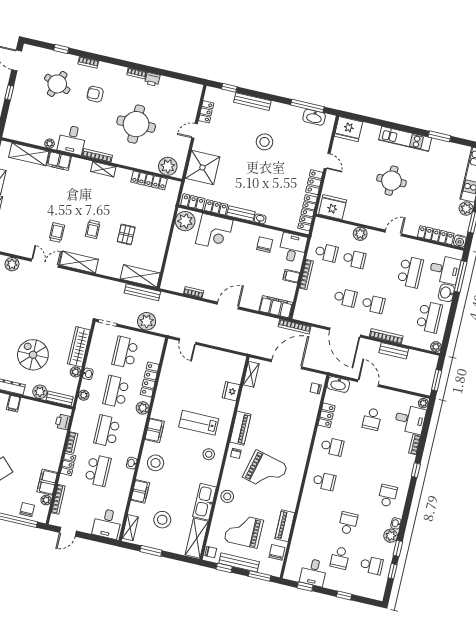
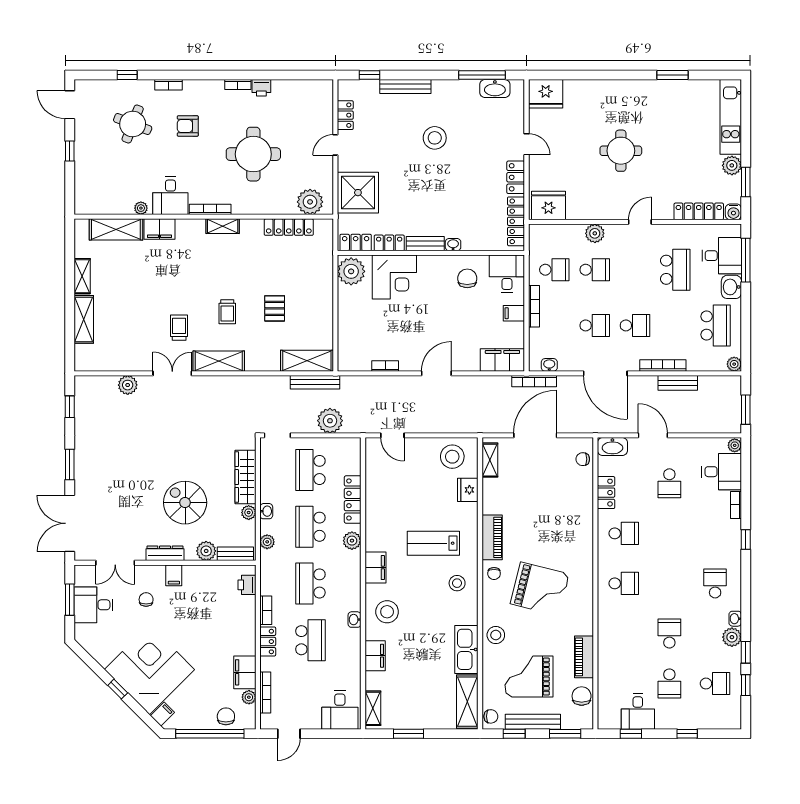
kitchen unit: (405, 139) -> (626, 89), removed
washbasin: (308, 318) -> (549, 365), added
stool: (162, 520) -> (452, 457), moved

